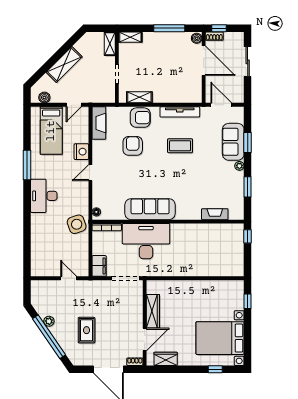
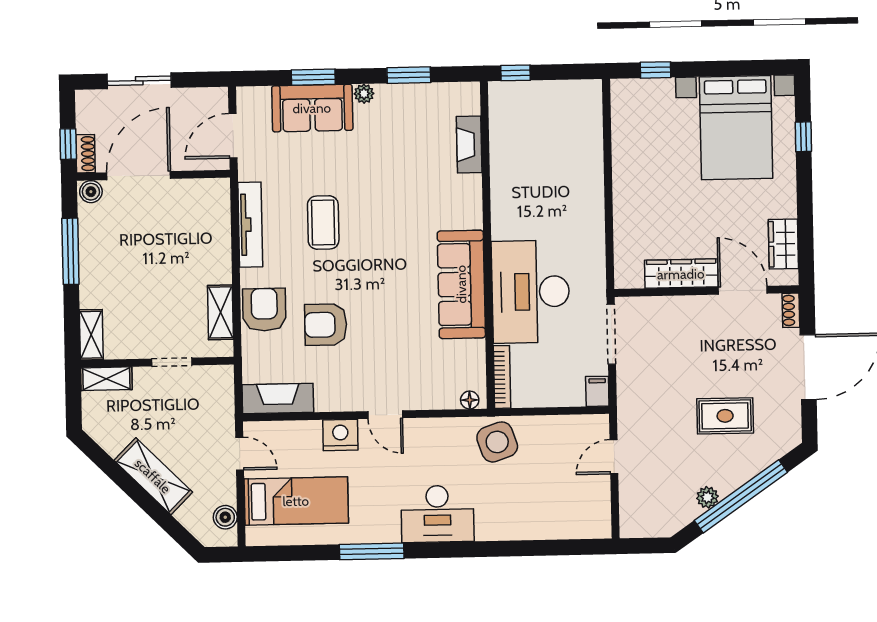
filing cabinet: (99, 266) -> (597, 391), width x0.50

